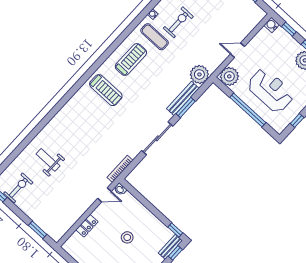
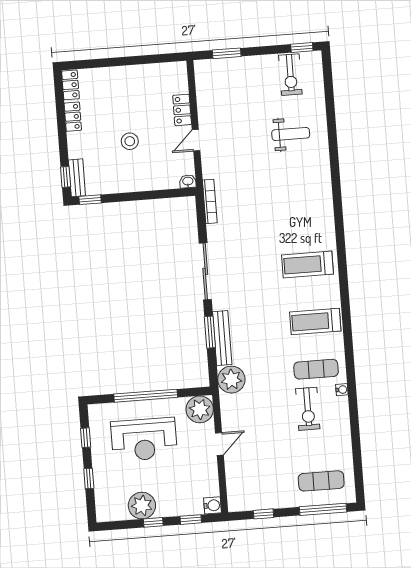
treadmill: (131, 59) -> (315, 321), turned 90
door: (104, 195) -> (196, 140), moved

